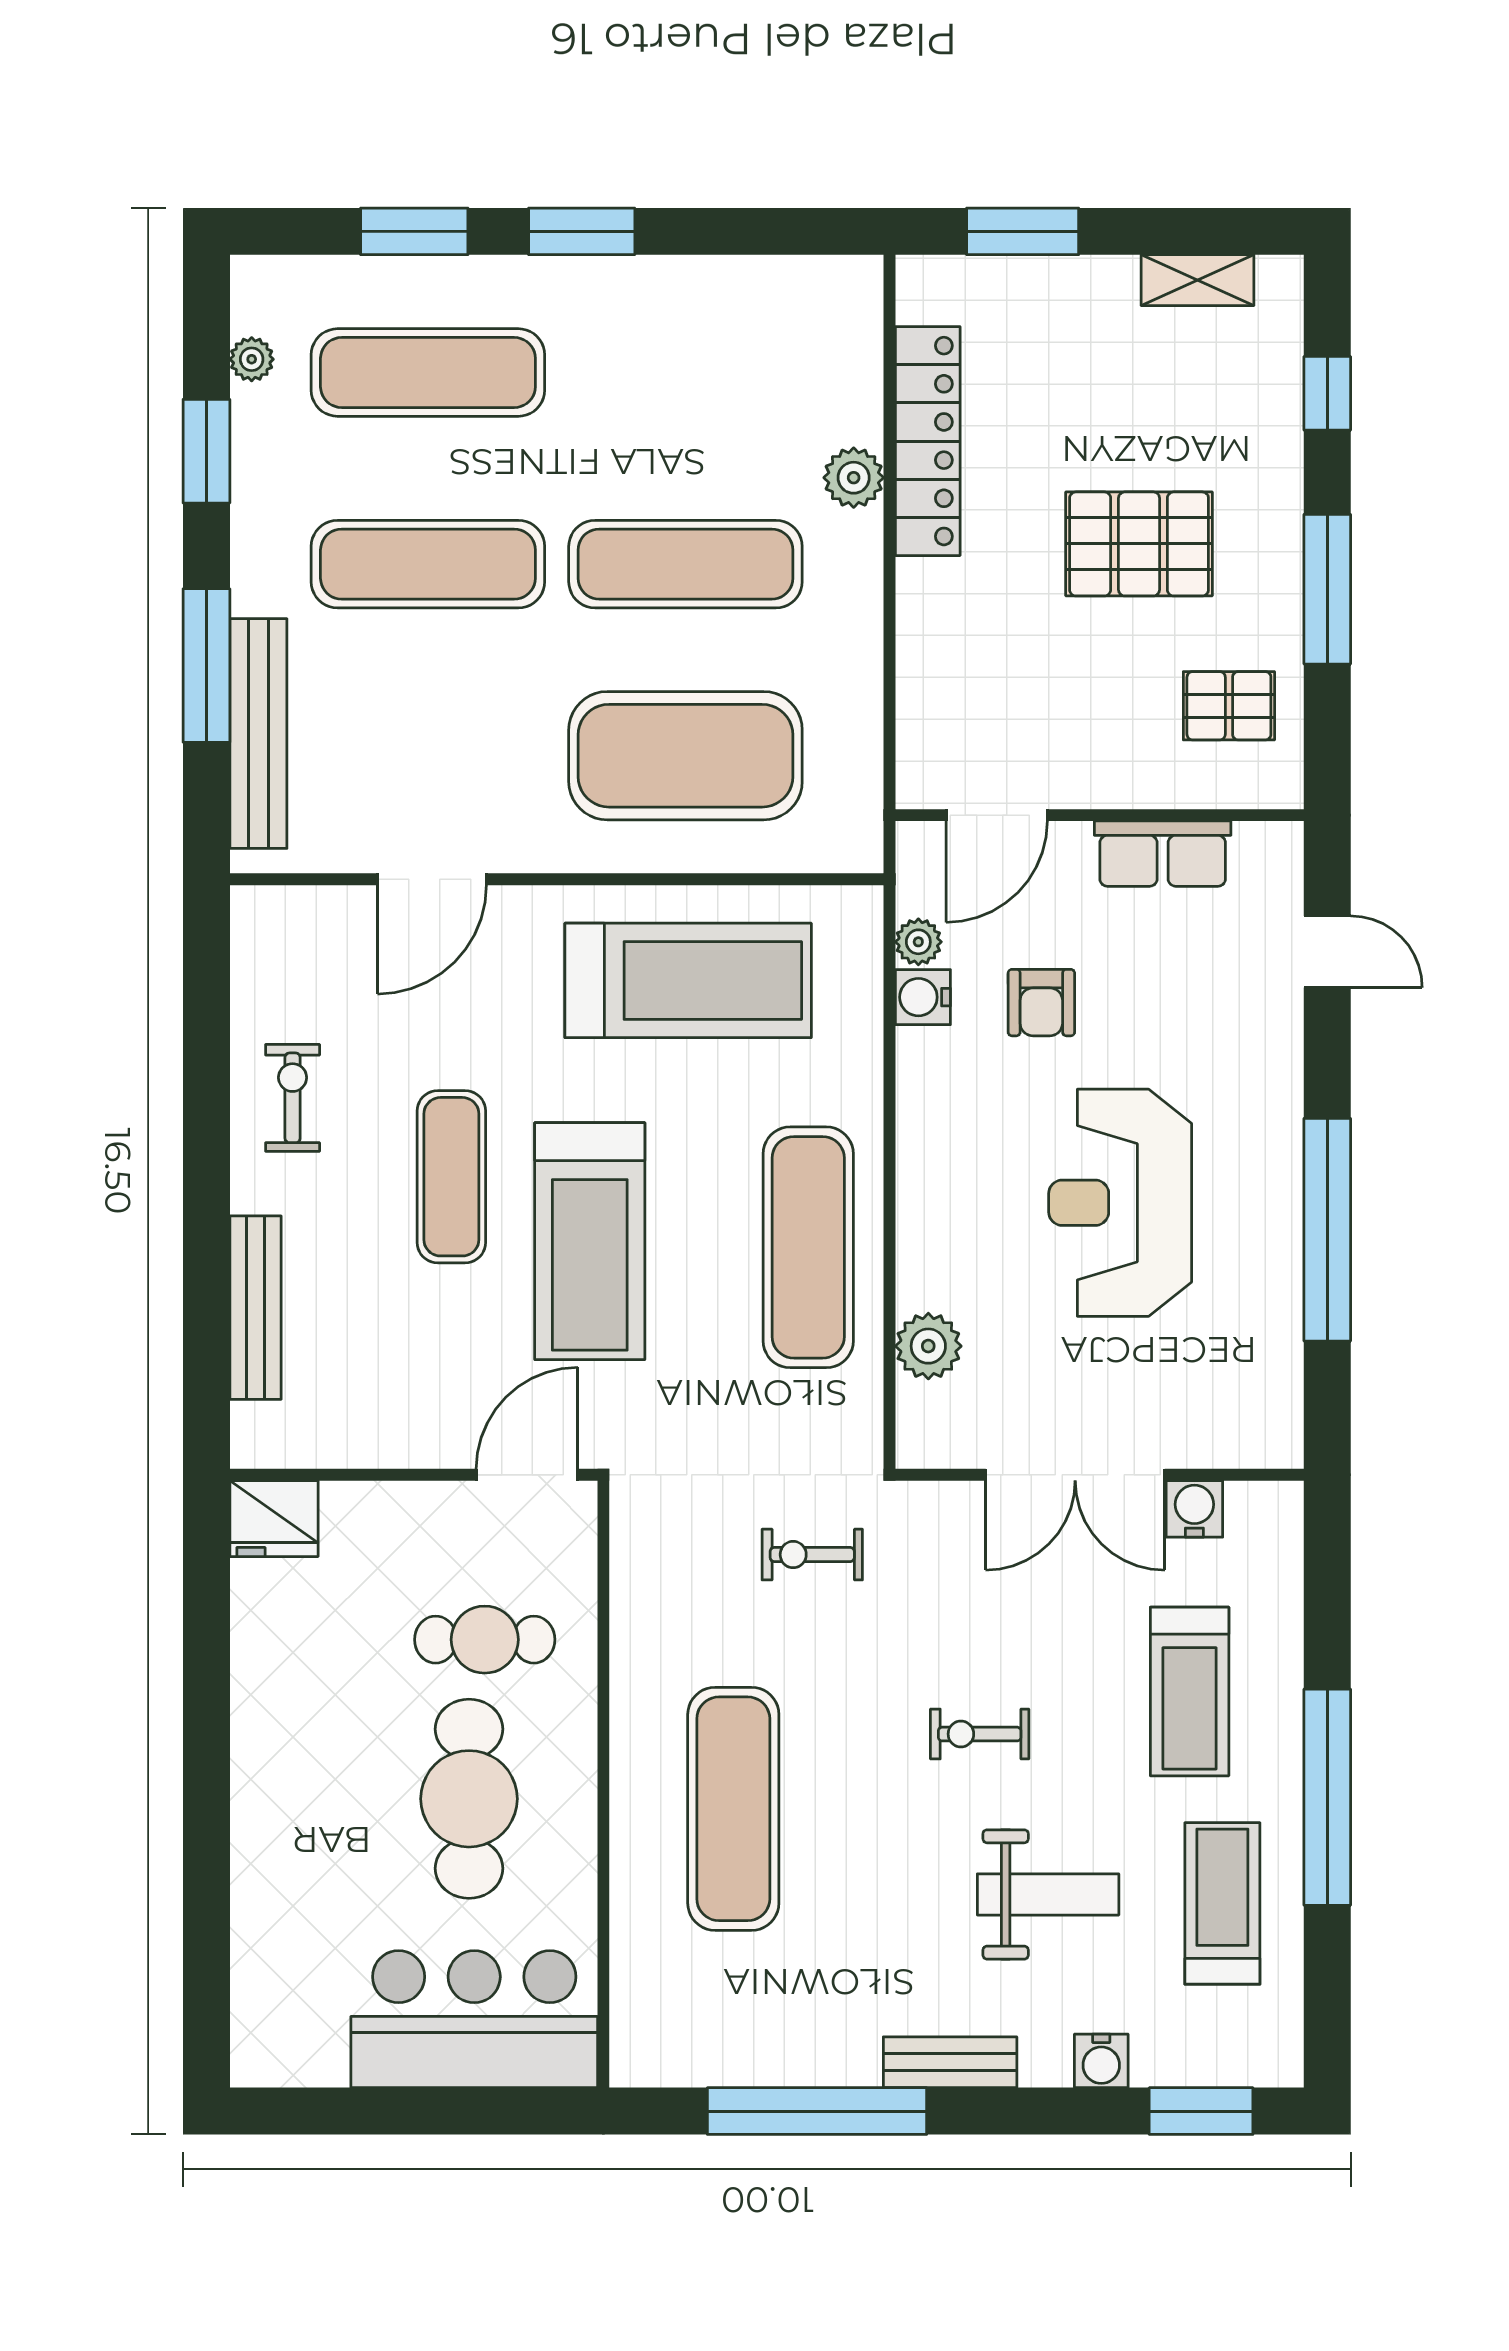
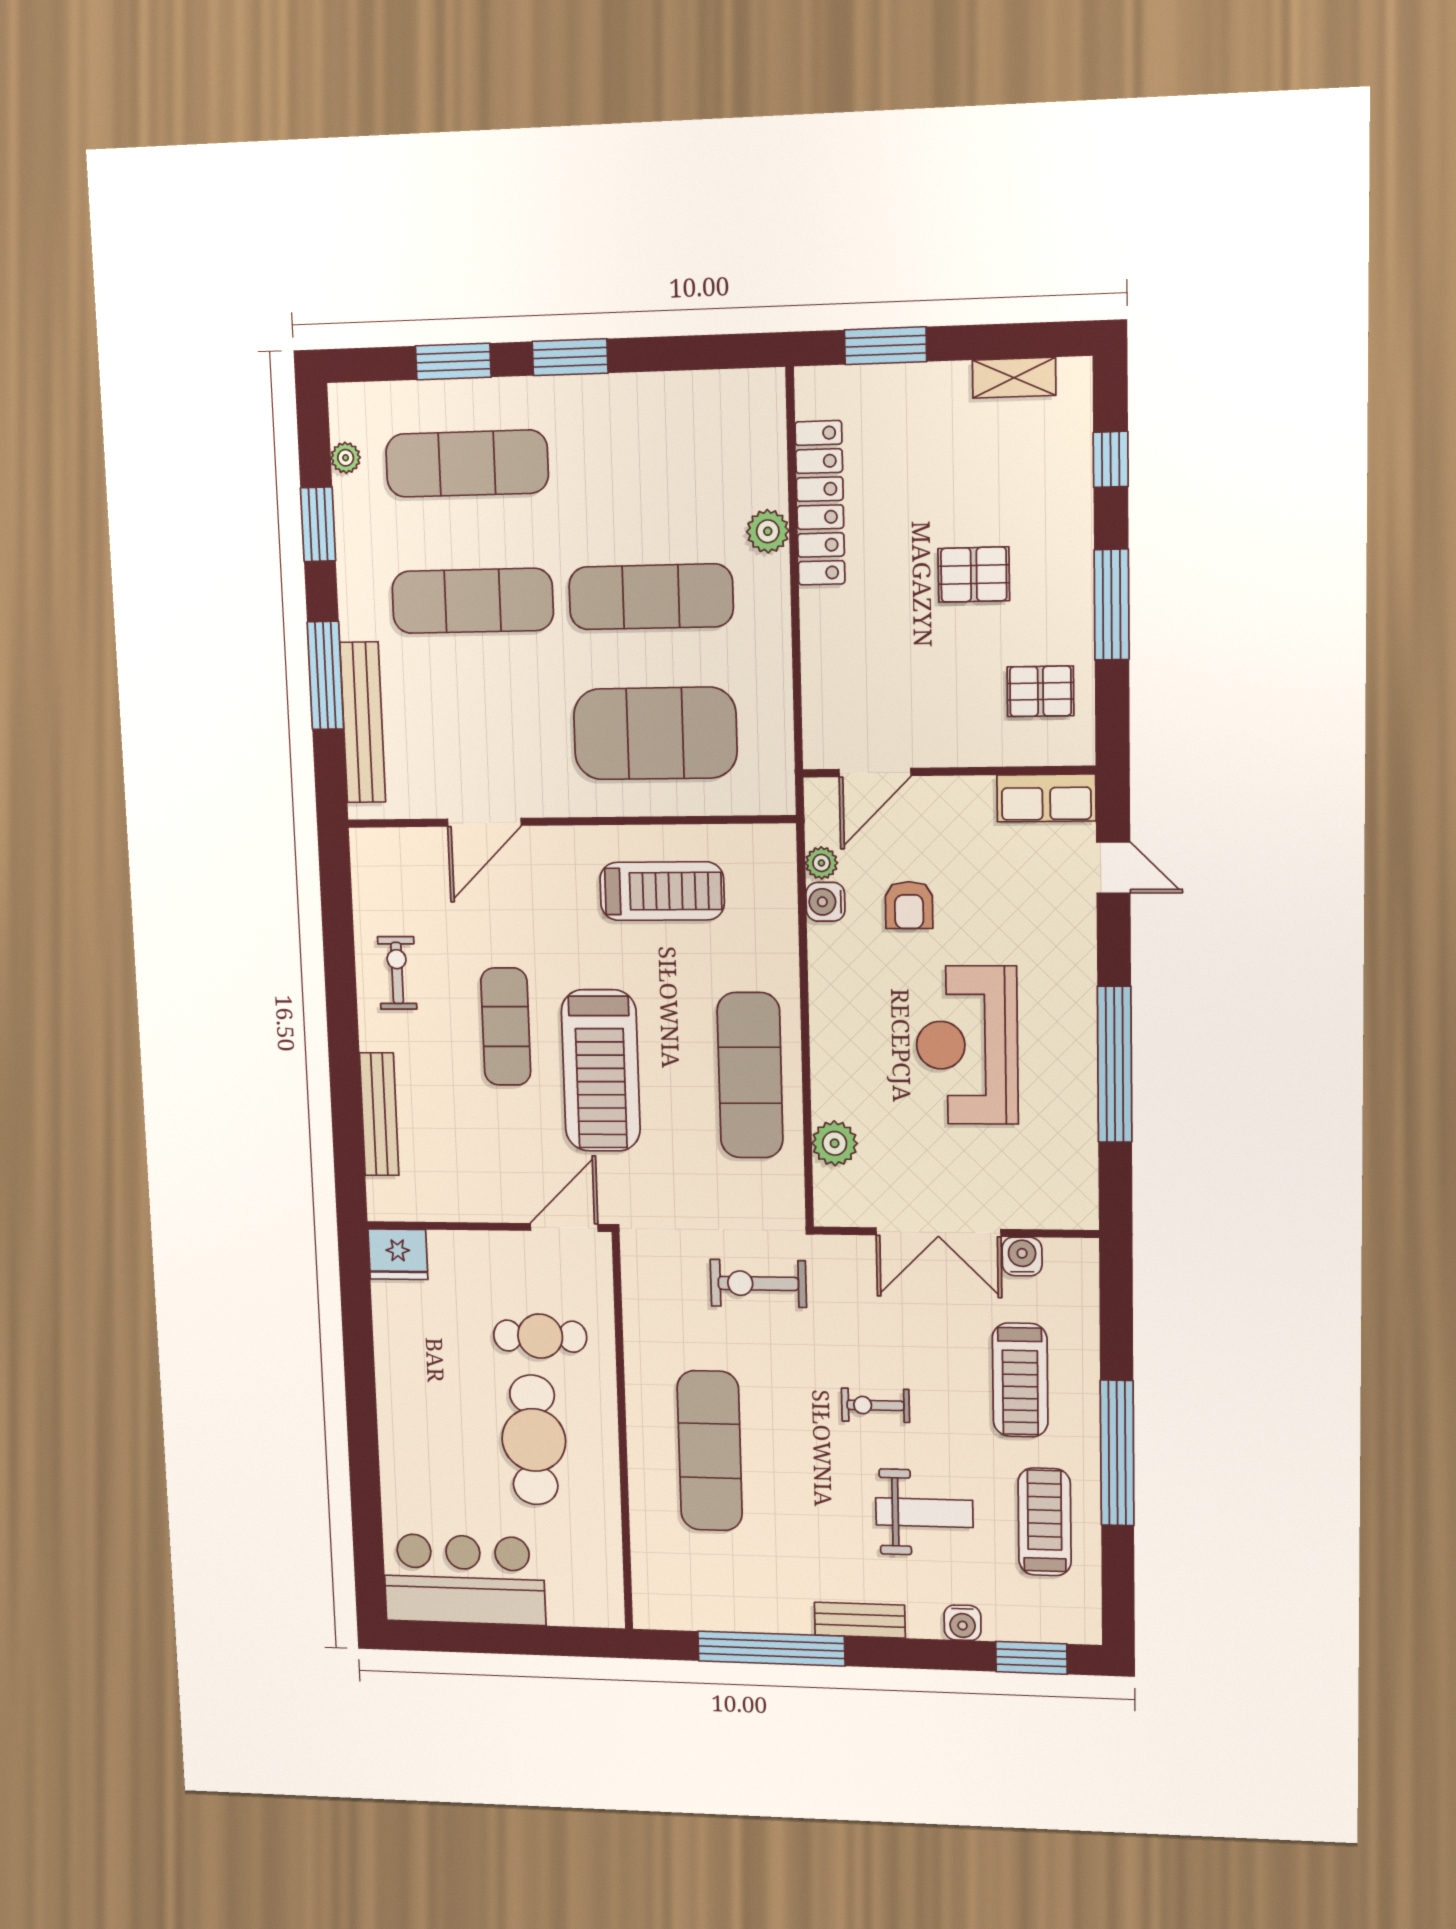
pallet: (1139, 544) -> (974, 575), width x0.67, depth x0.71
row of seats: (1163, 854) -> (1046, 798), moved
treadmill: (688, 980) -> (662, 891), width x0.73, depth x0.73
exercise bike: (812, 1555) -> (758, 1283), width x1.38, depth x1.39
bar counter: (474, 2019) -> (464, 1579), moved

